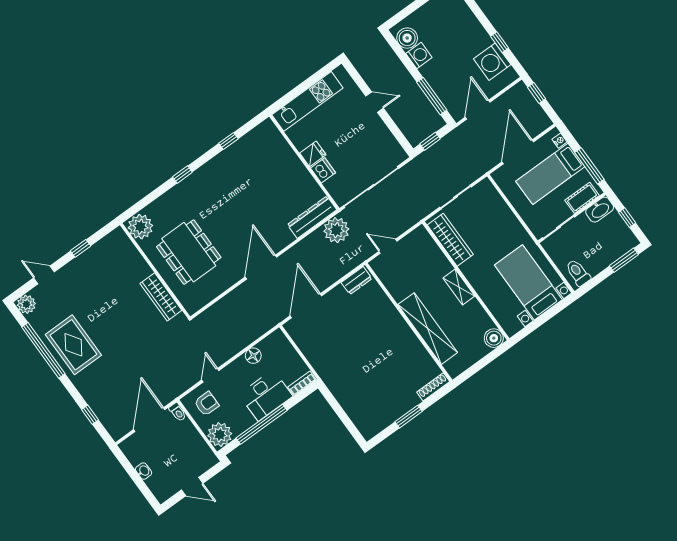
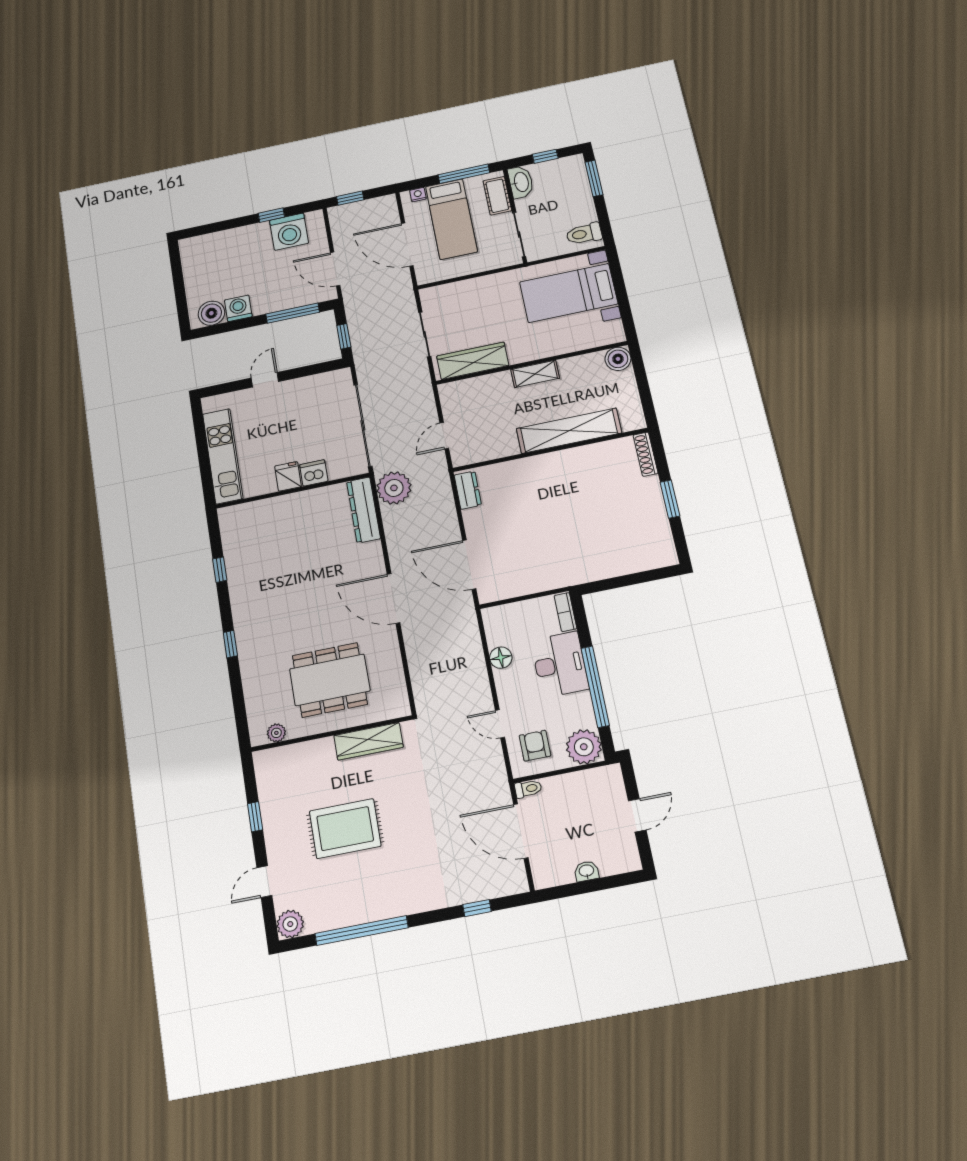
plant: (140, 227) -> (276, 733), width x0.53, depth x0.53
rug: (73, 345) -> (345, 829), moved

